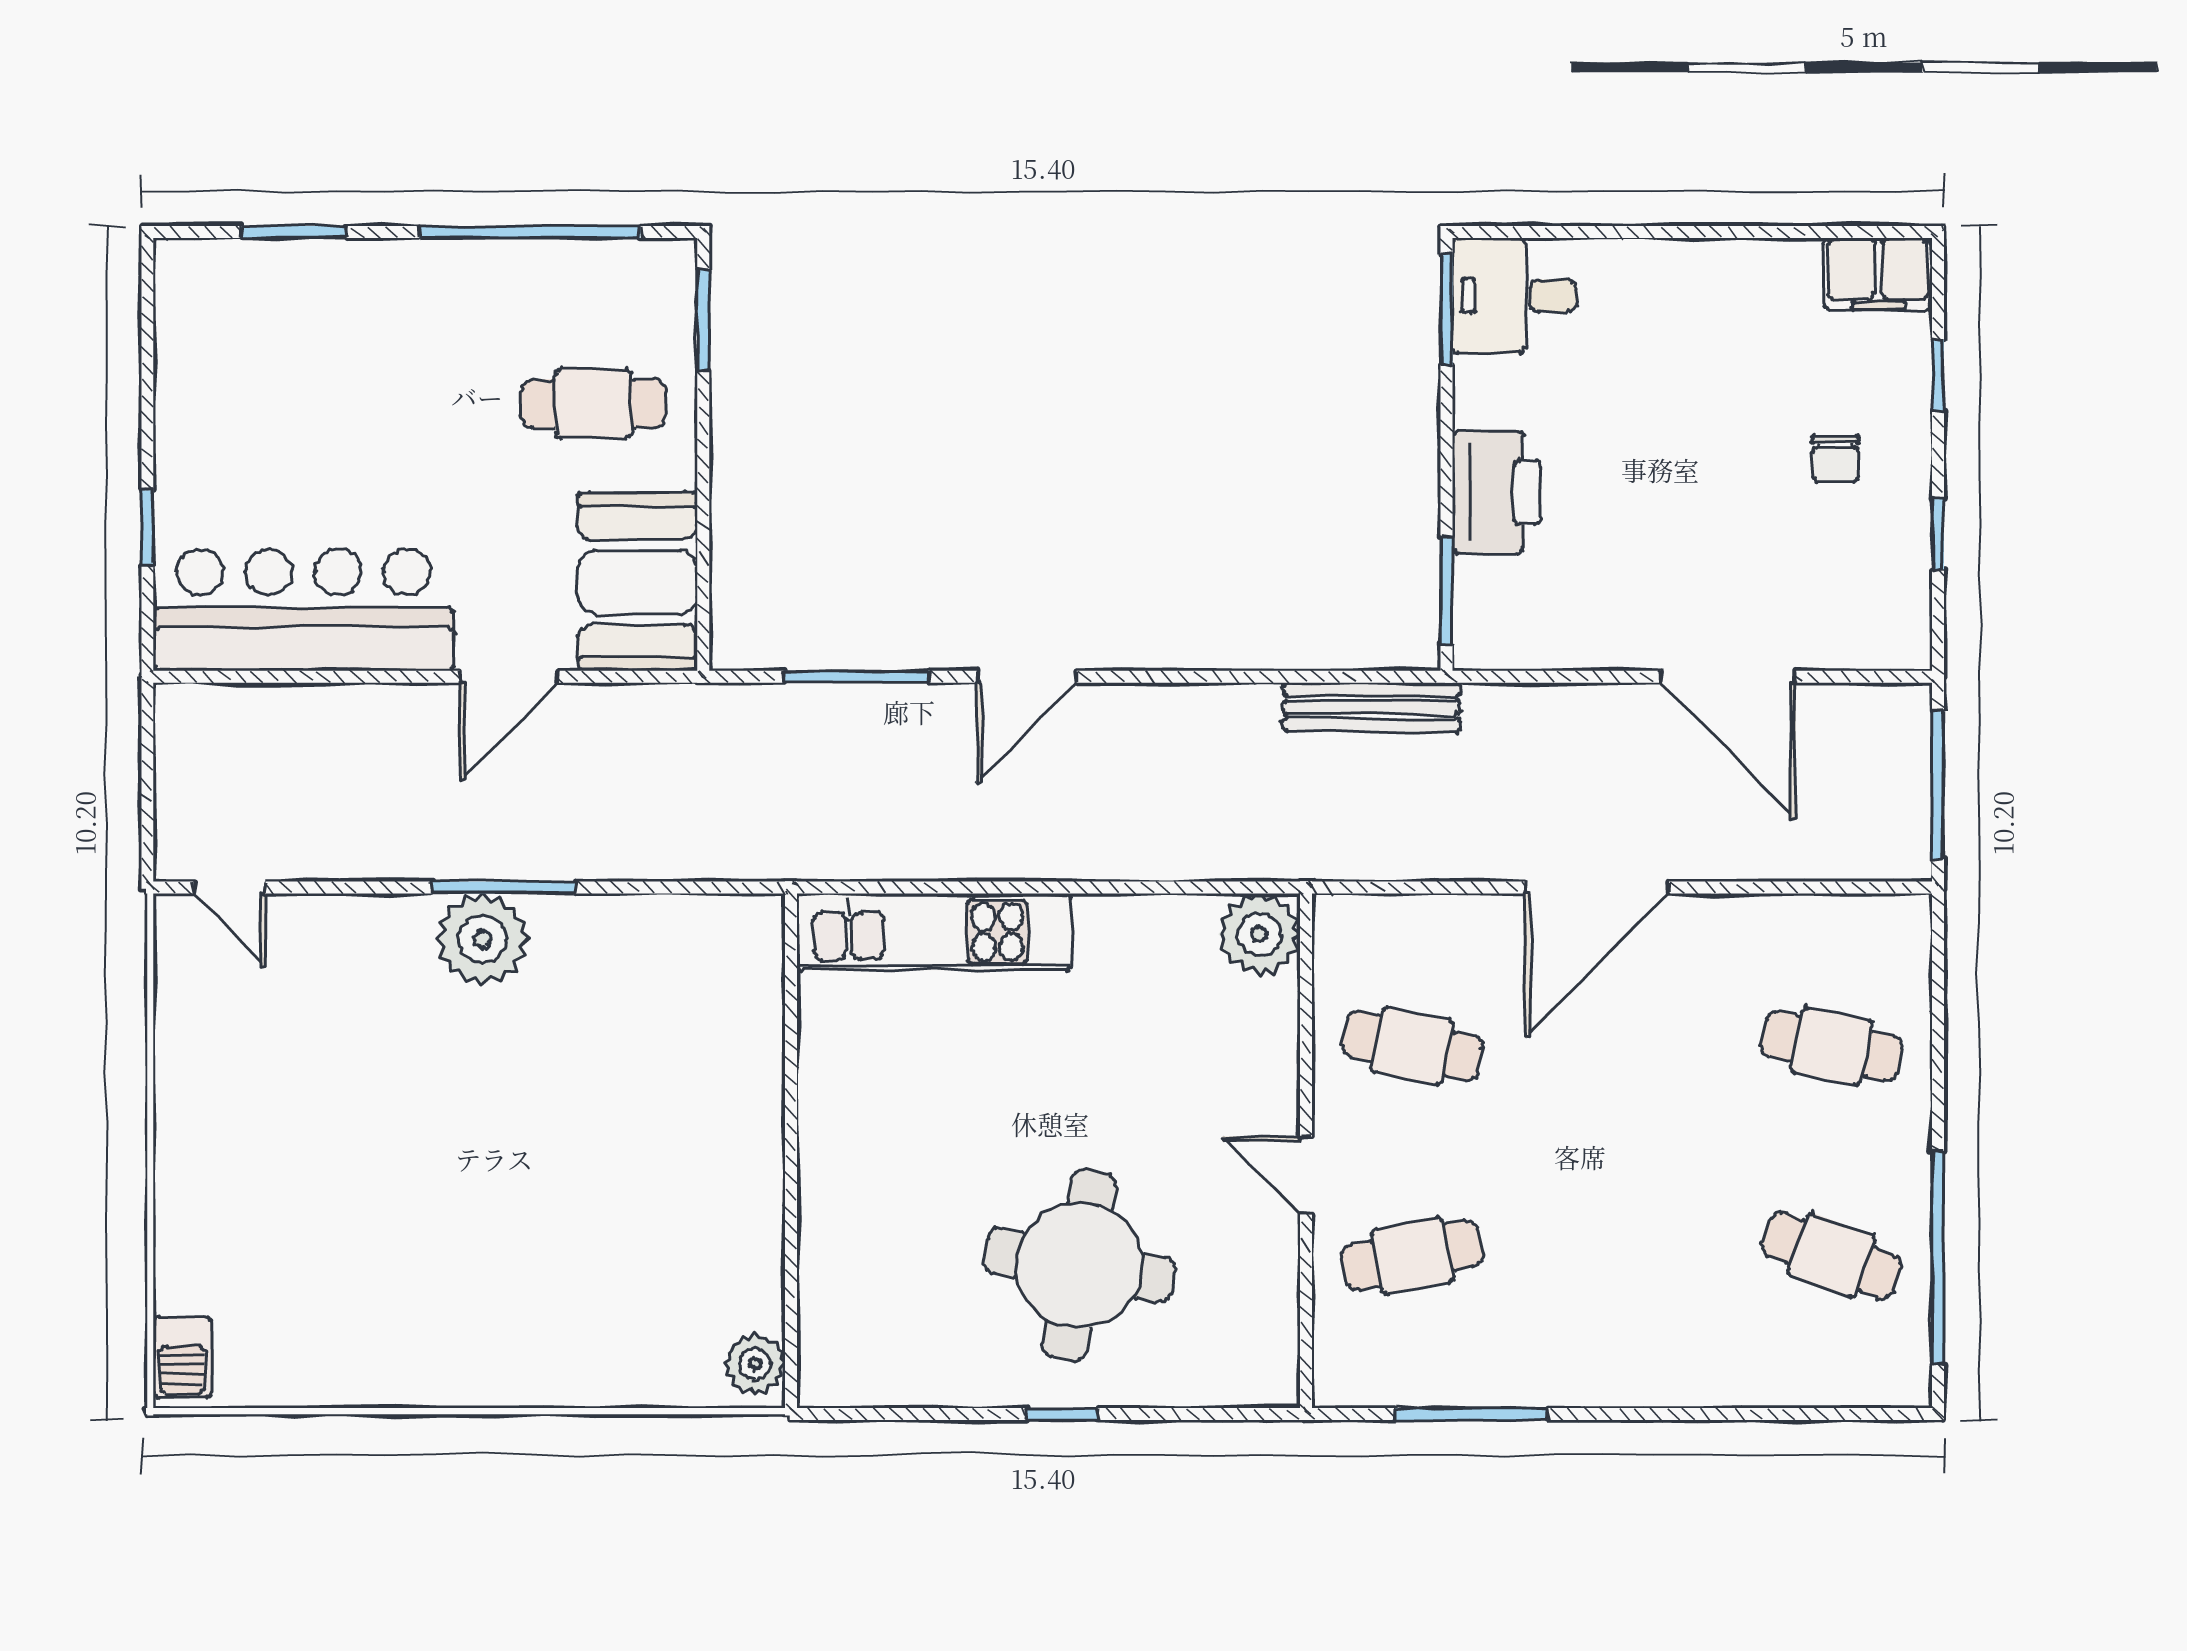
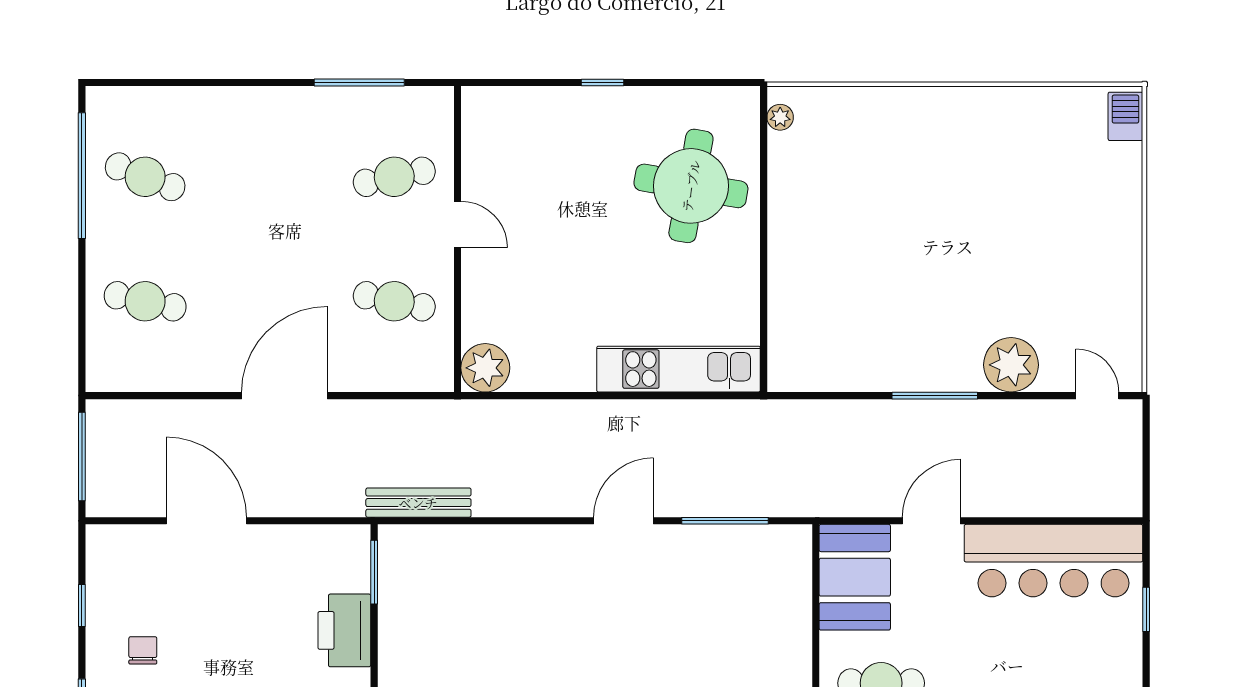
plant: (483, 939) -> (1011, 365), moved
round table: (1079, 1265) -> (691, 186), moved
plant: (755, 1364) -> (780, 117), width x0.73, depth x0.73

